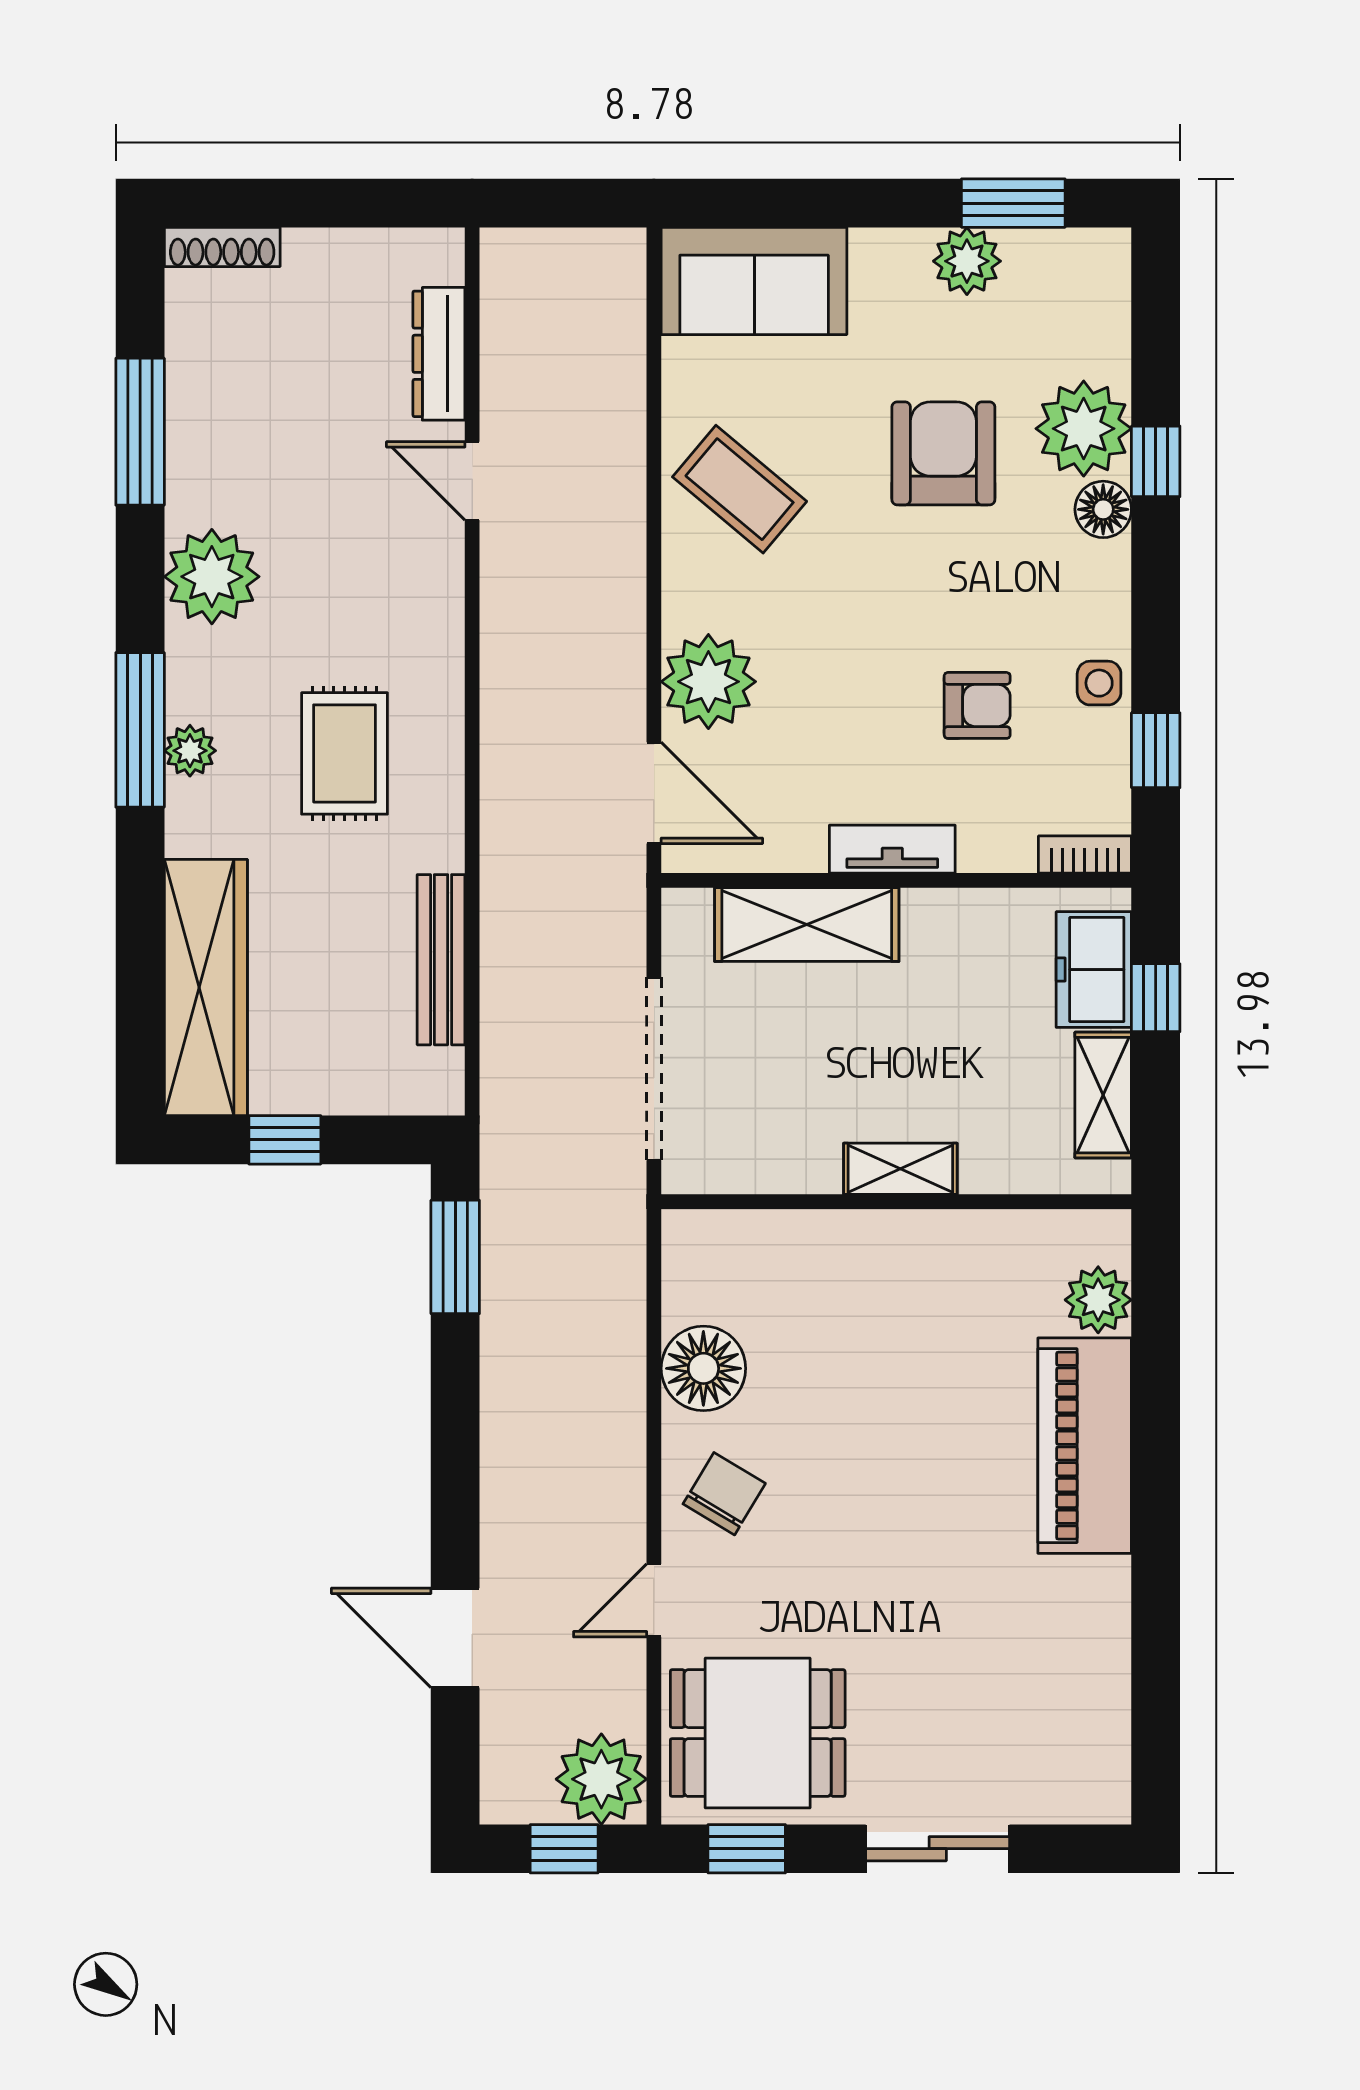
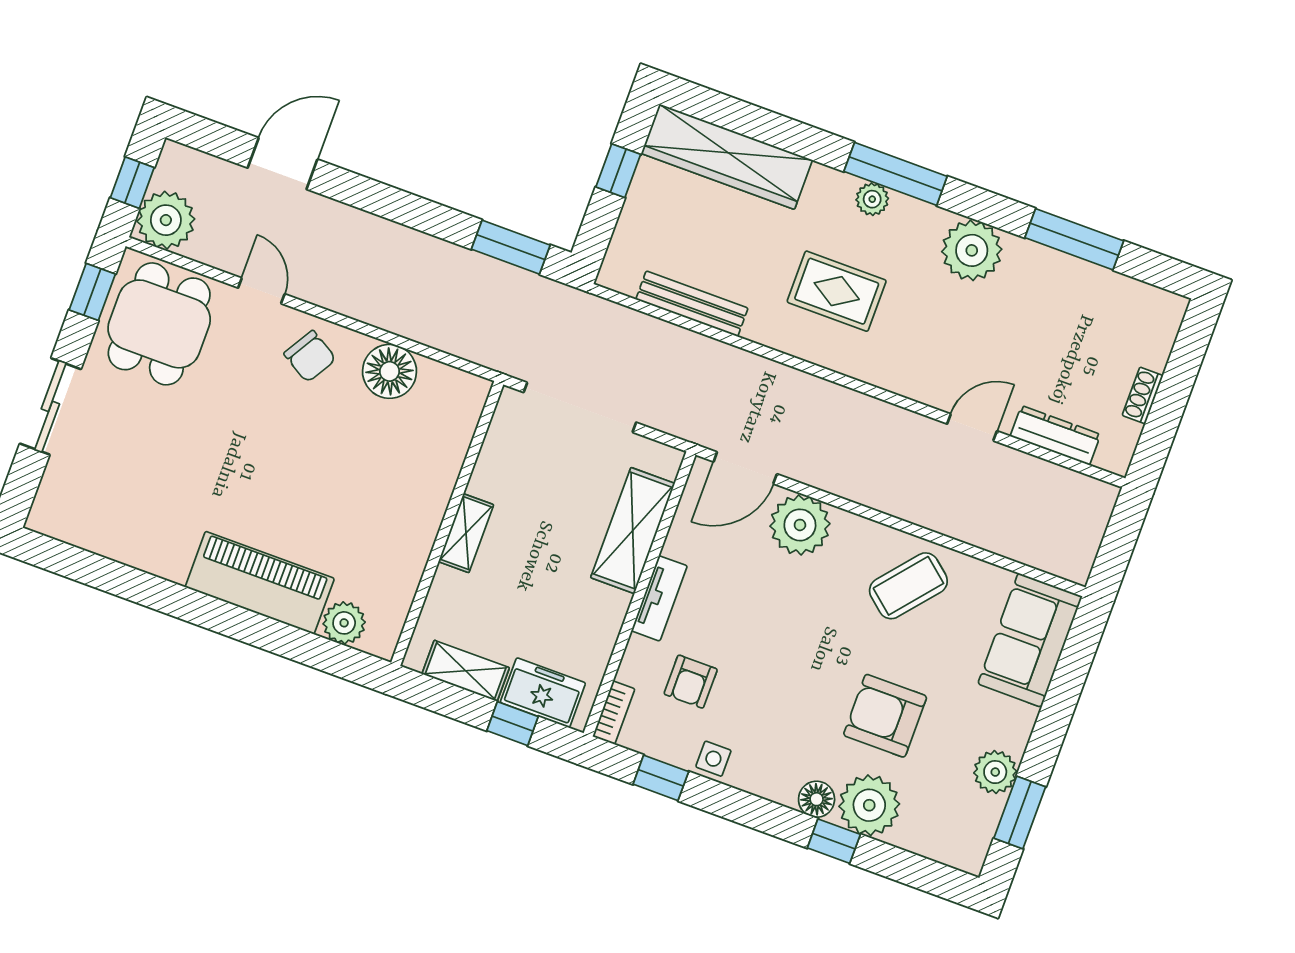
shoe rack: (222, 247) -> (1143, 395), moved, width x0.70
armchair: (943, 453) -> (885, 716), turned 180
armchair: (977, 705) -> (691, 682), moved

